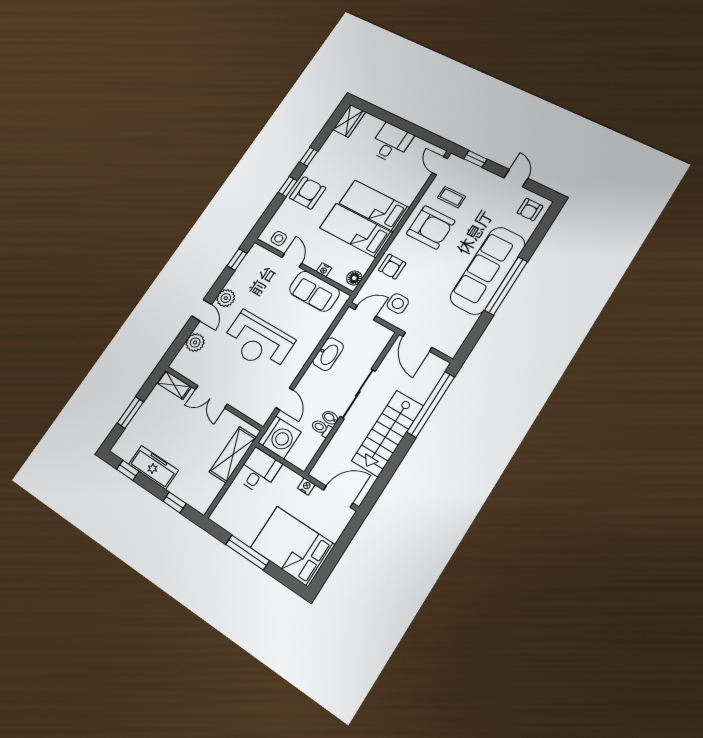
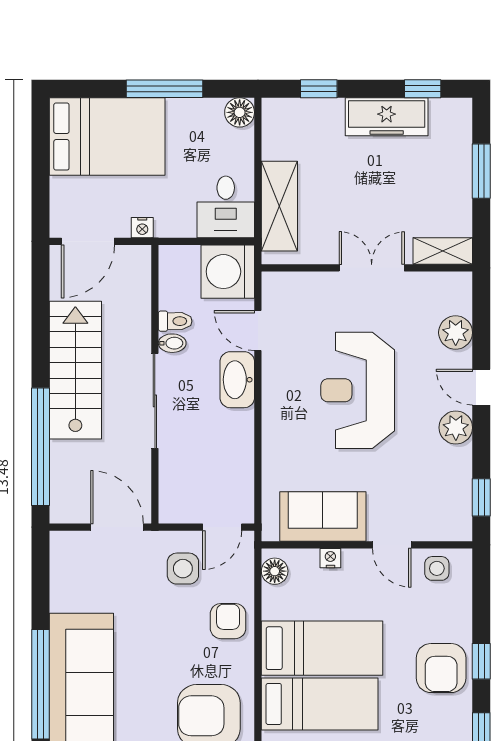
reception desk: (258, 342) -> (358, 390), turned -90
washbasin: (328, 354) -> (237, 380), moved
floor lamp: (220, 515) -> (240, 112), added

